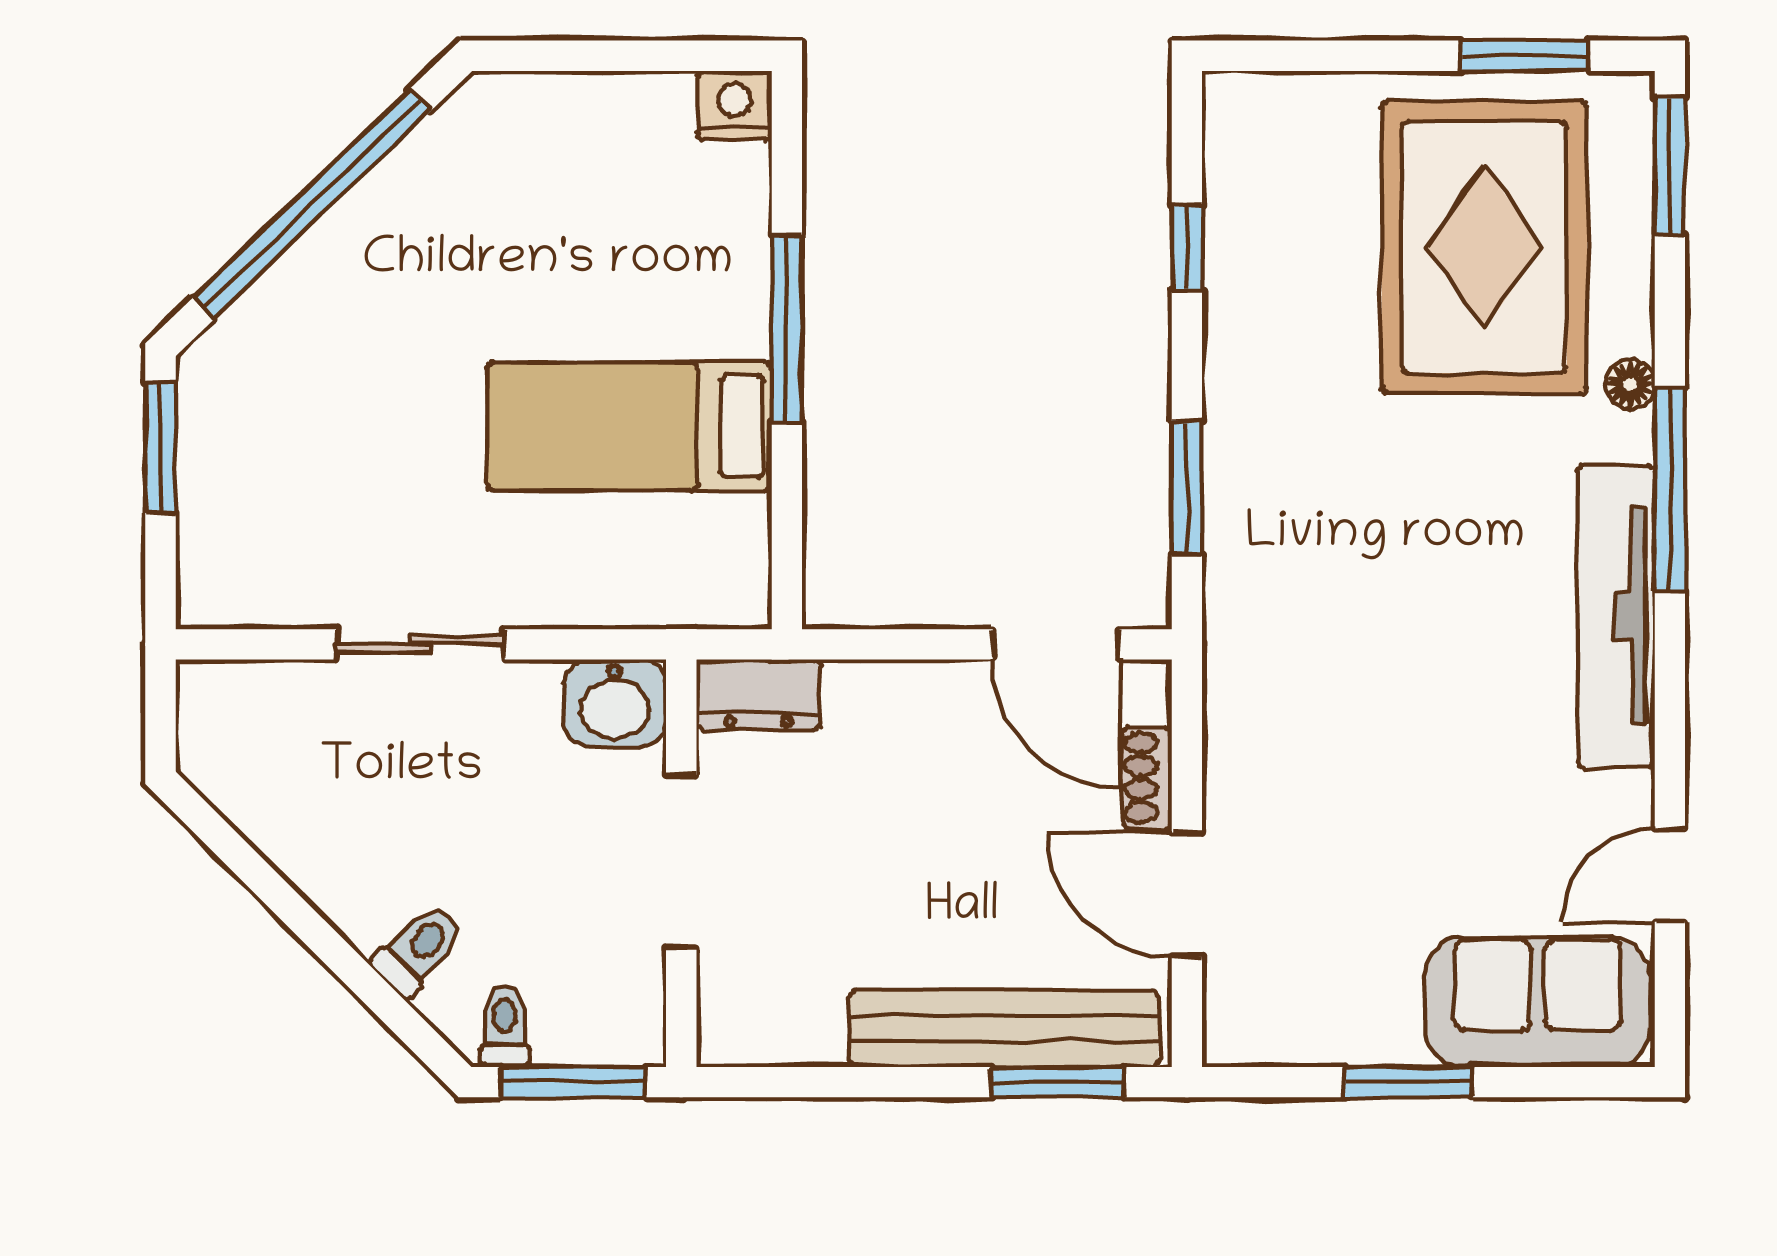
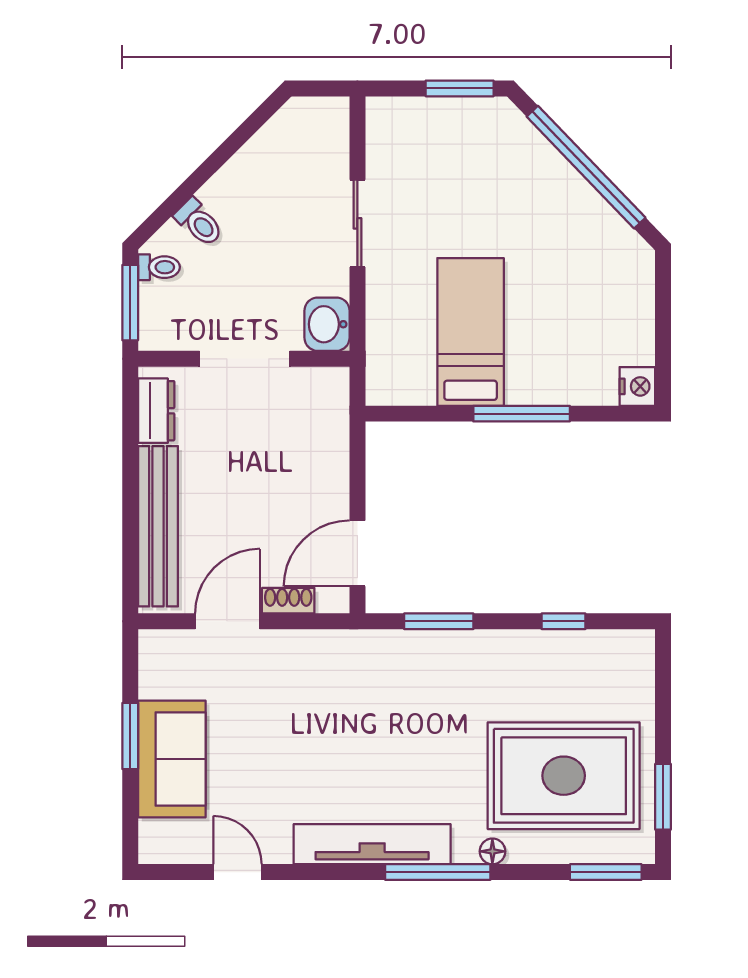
dresser: (758, 694) -> (156, 411), moved, turned 180
sofa: (1538, 1002) -> (172, 759), moved
window: (1057, 1082) -> (130, 554), removed

